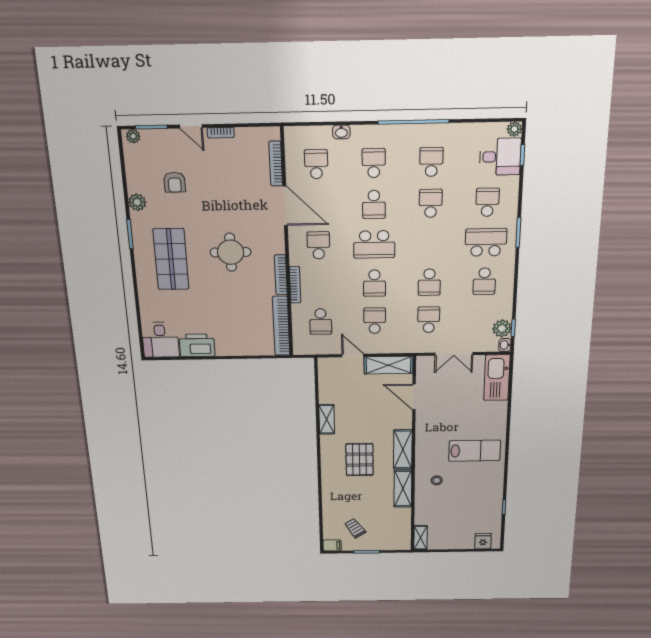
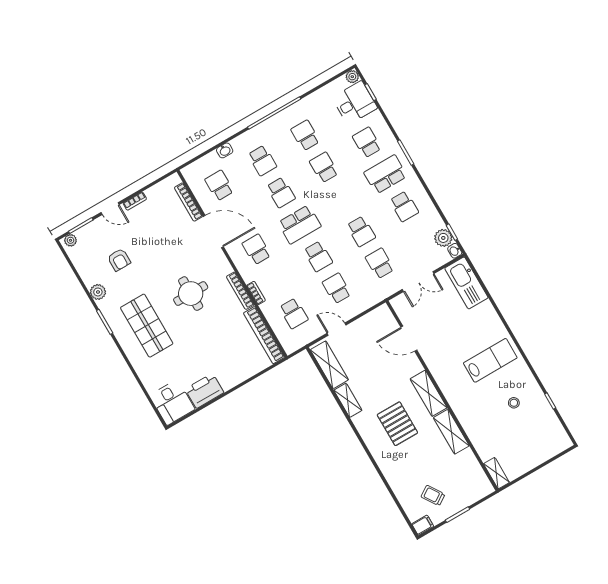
school desk: (374, 163) -> (262, 160), turned 180
bookcase: (295, 285) -> (256, 293), width x0.64
shelving: (389, 365) -> (329, 365), moved, turned 90
stool: (437, 480) -> (514, 403), moved
fridge: (483, 541) -> (554, 446), removed

